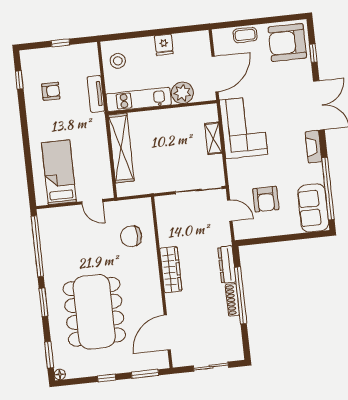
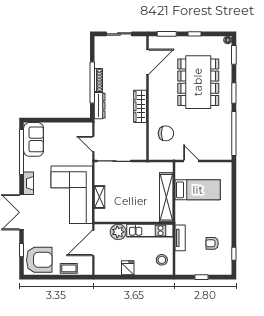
corner sofa: (244, 127) -> (72, 195), width x1.36, depth x1.36
bed: (59, 172) -> (198, 190), moved, turned -90
armchair: (266, 199) -> (67, 149), removed

